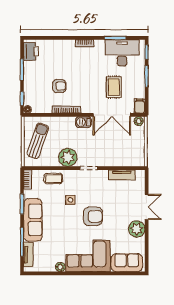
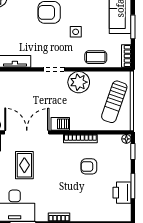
printer: (31, 51) -> (122, 193), moved

